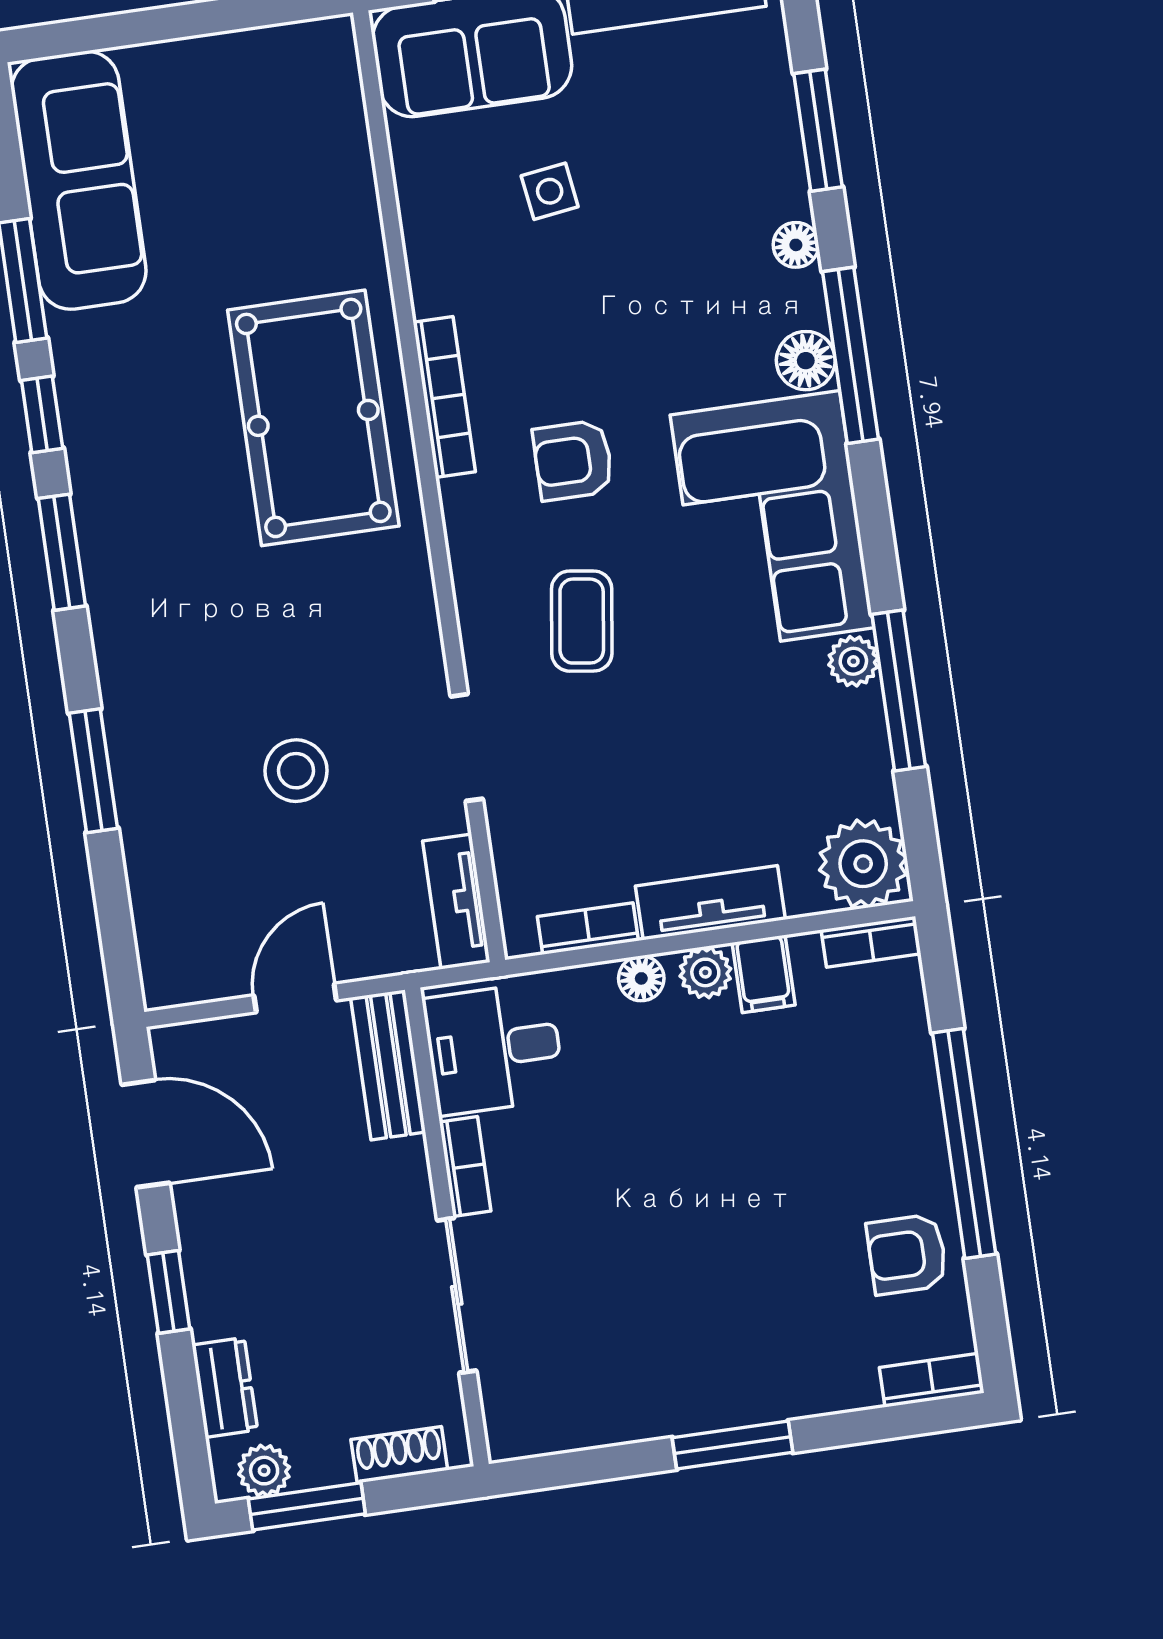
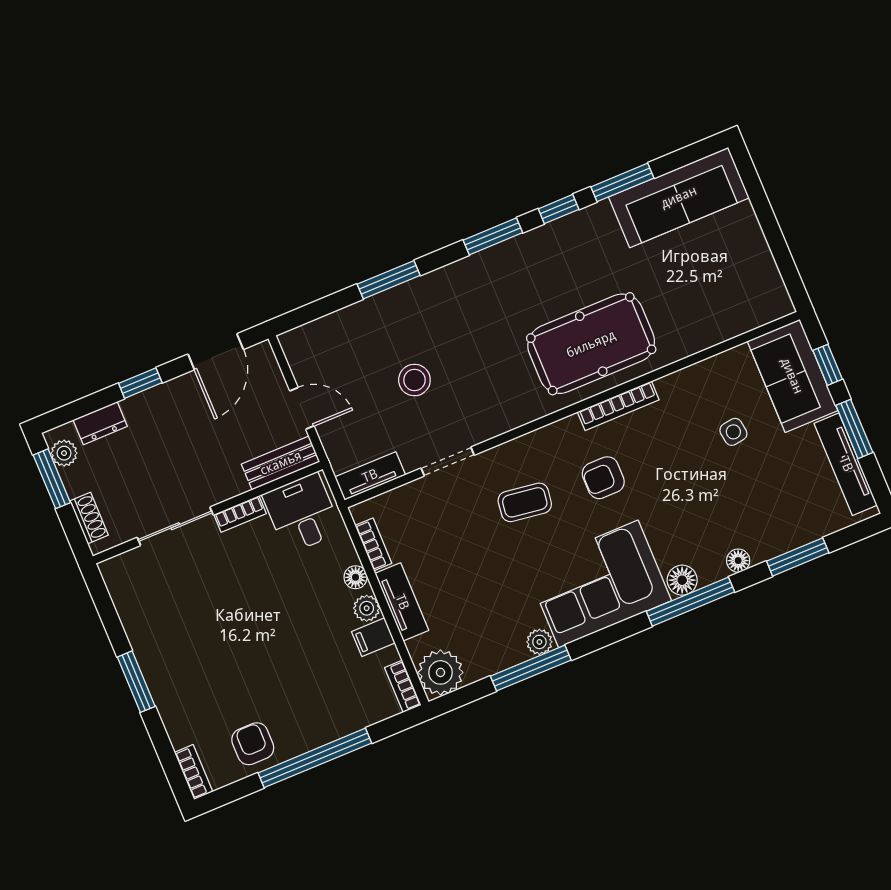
armchair: (573, 460) -> (603, 478), turned -90

